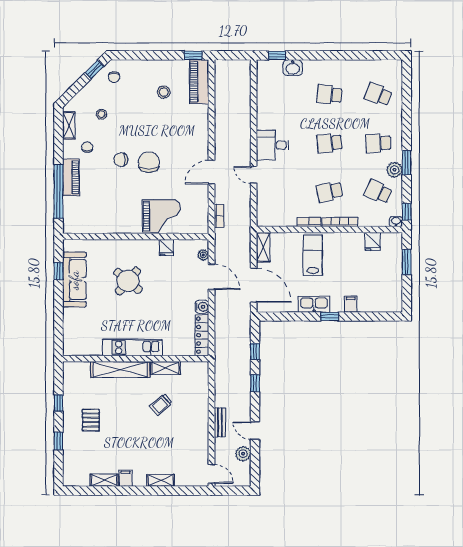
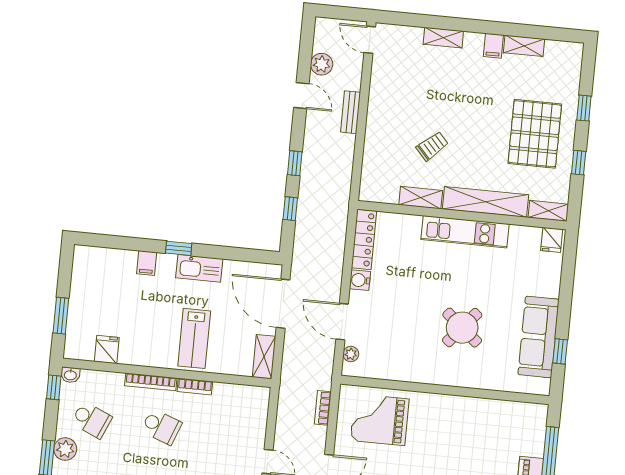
school desk: (329, 192) -> (161, 427), turned 33
grand piano: (161, 216) -> (380, 420), moved
fridge: (166, 248) -> (552, 240), moved, turned 180
shelving: (76, 368) -> (548, 211), added
pallet: (91, 420) -> (535, 134), width x2.05, depth x2.00

